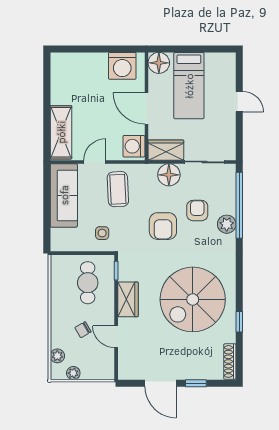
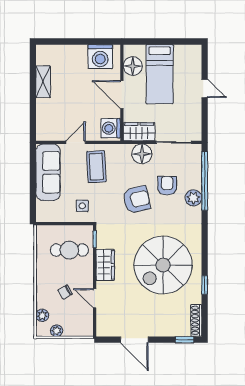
floor lamp: (159, 63) -> (133, 66), moved
shelving: (61, 132) -> (43, 82), moved, width x0.67, depth x0.75
armchair: (163, 226) -> (137, 200), turned -103
cafe table: (88, 283) -> (69, 250), turned 90
window: (196, 383) -> (185, 340), moved

